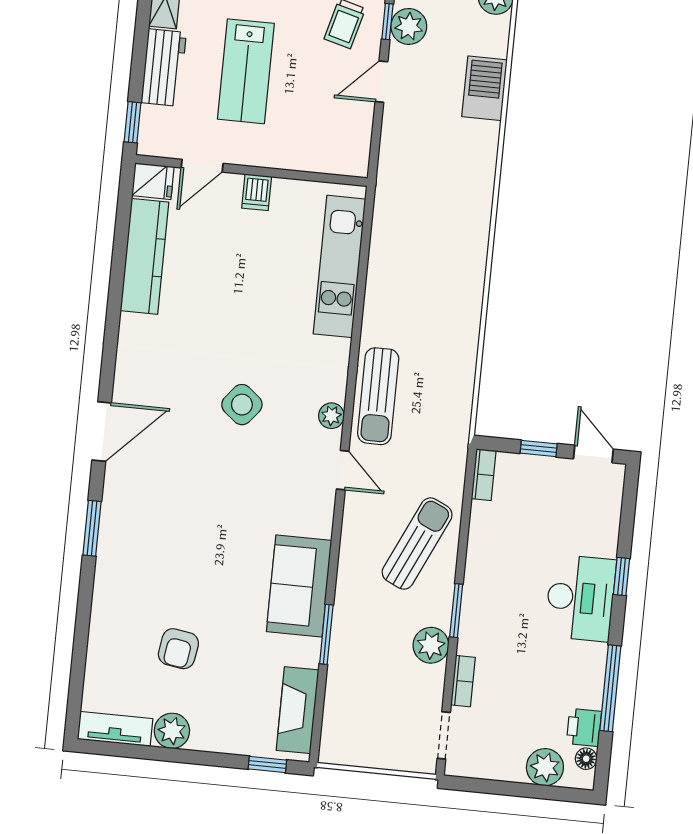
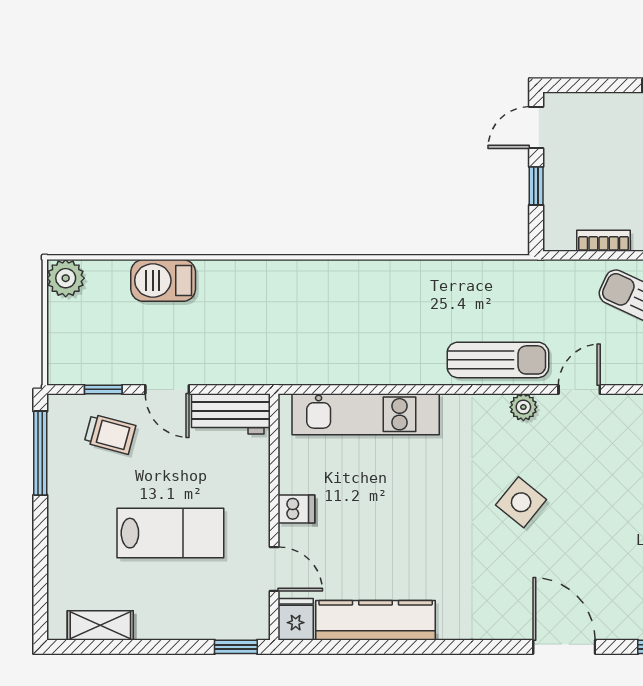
plant: (409, 26) -> (106, 367), removed
workbench: (164, 68) -> (231, 414), moved, turned 180
bookcase: (484, 475) -> (604, 241), moved

